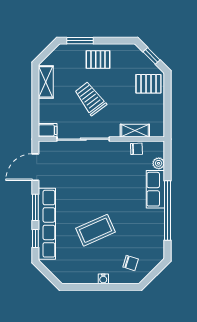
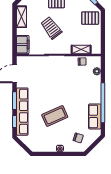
filing cabinet: (48, 130) -> (23, 45), width x2.00
row of seats: (155, 189) -> (95, 116), moved

